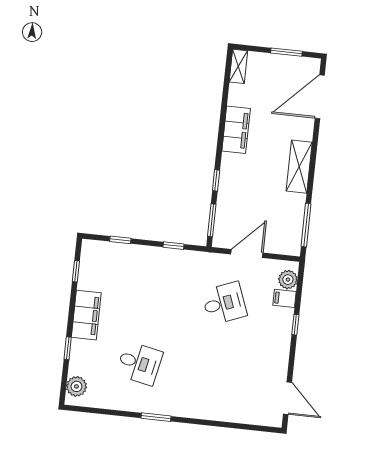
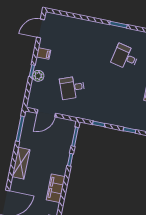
door: (247, 253) -> (46, 113), moved
plant: (288, 280) -> (38, 76), moved
filing cabinet: (285, 298) -> (44, 54), moved
door: (288, 398) -> (41, 29), hinge flipped

